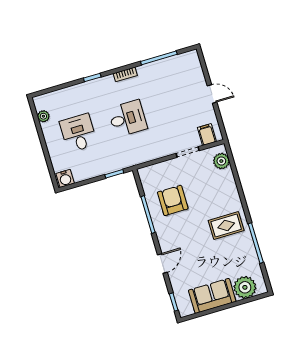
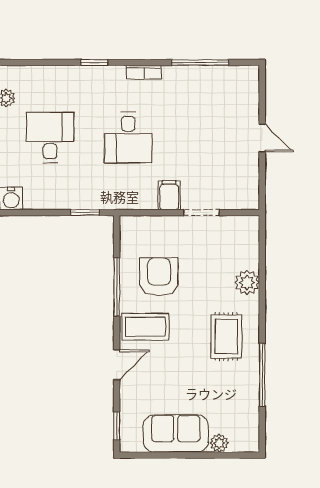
desk: (128, 118) -> (128, 138), turned 90
filing cabinet: (207, 135) -> (169, 195), moved
plant: (221, 161) -> (247, 282), moved
rug: (226, 225) -> (226, 337), turned 90
coffee table: (173, 234) -> (145, 327), added
plant: (245, 287) -> (219, 443), width x0.53, depth x0.53

